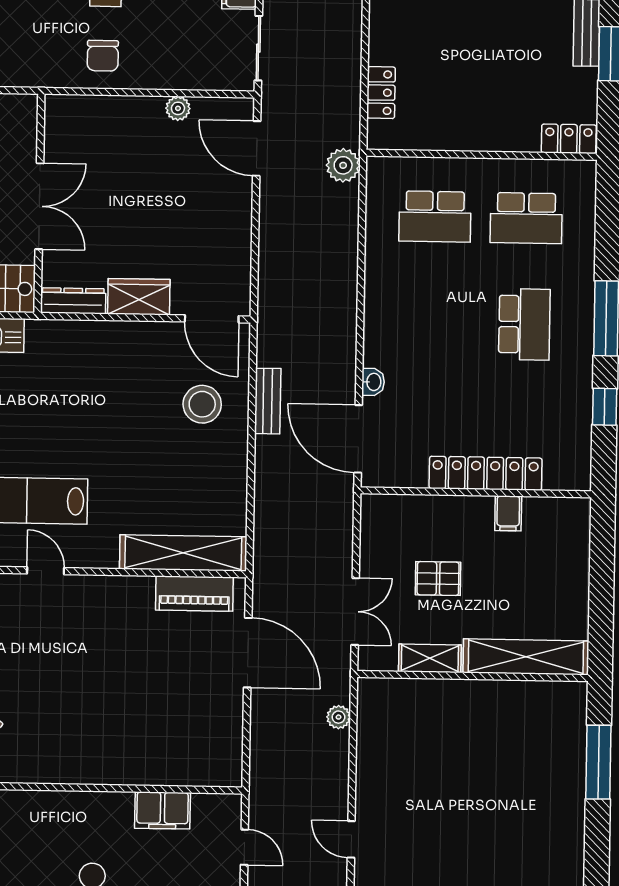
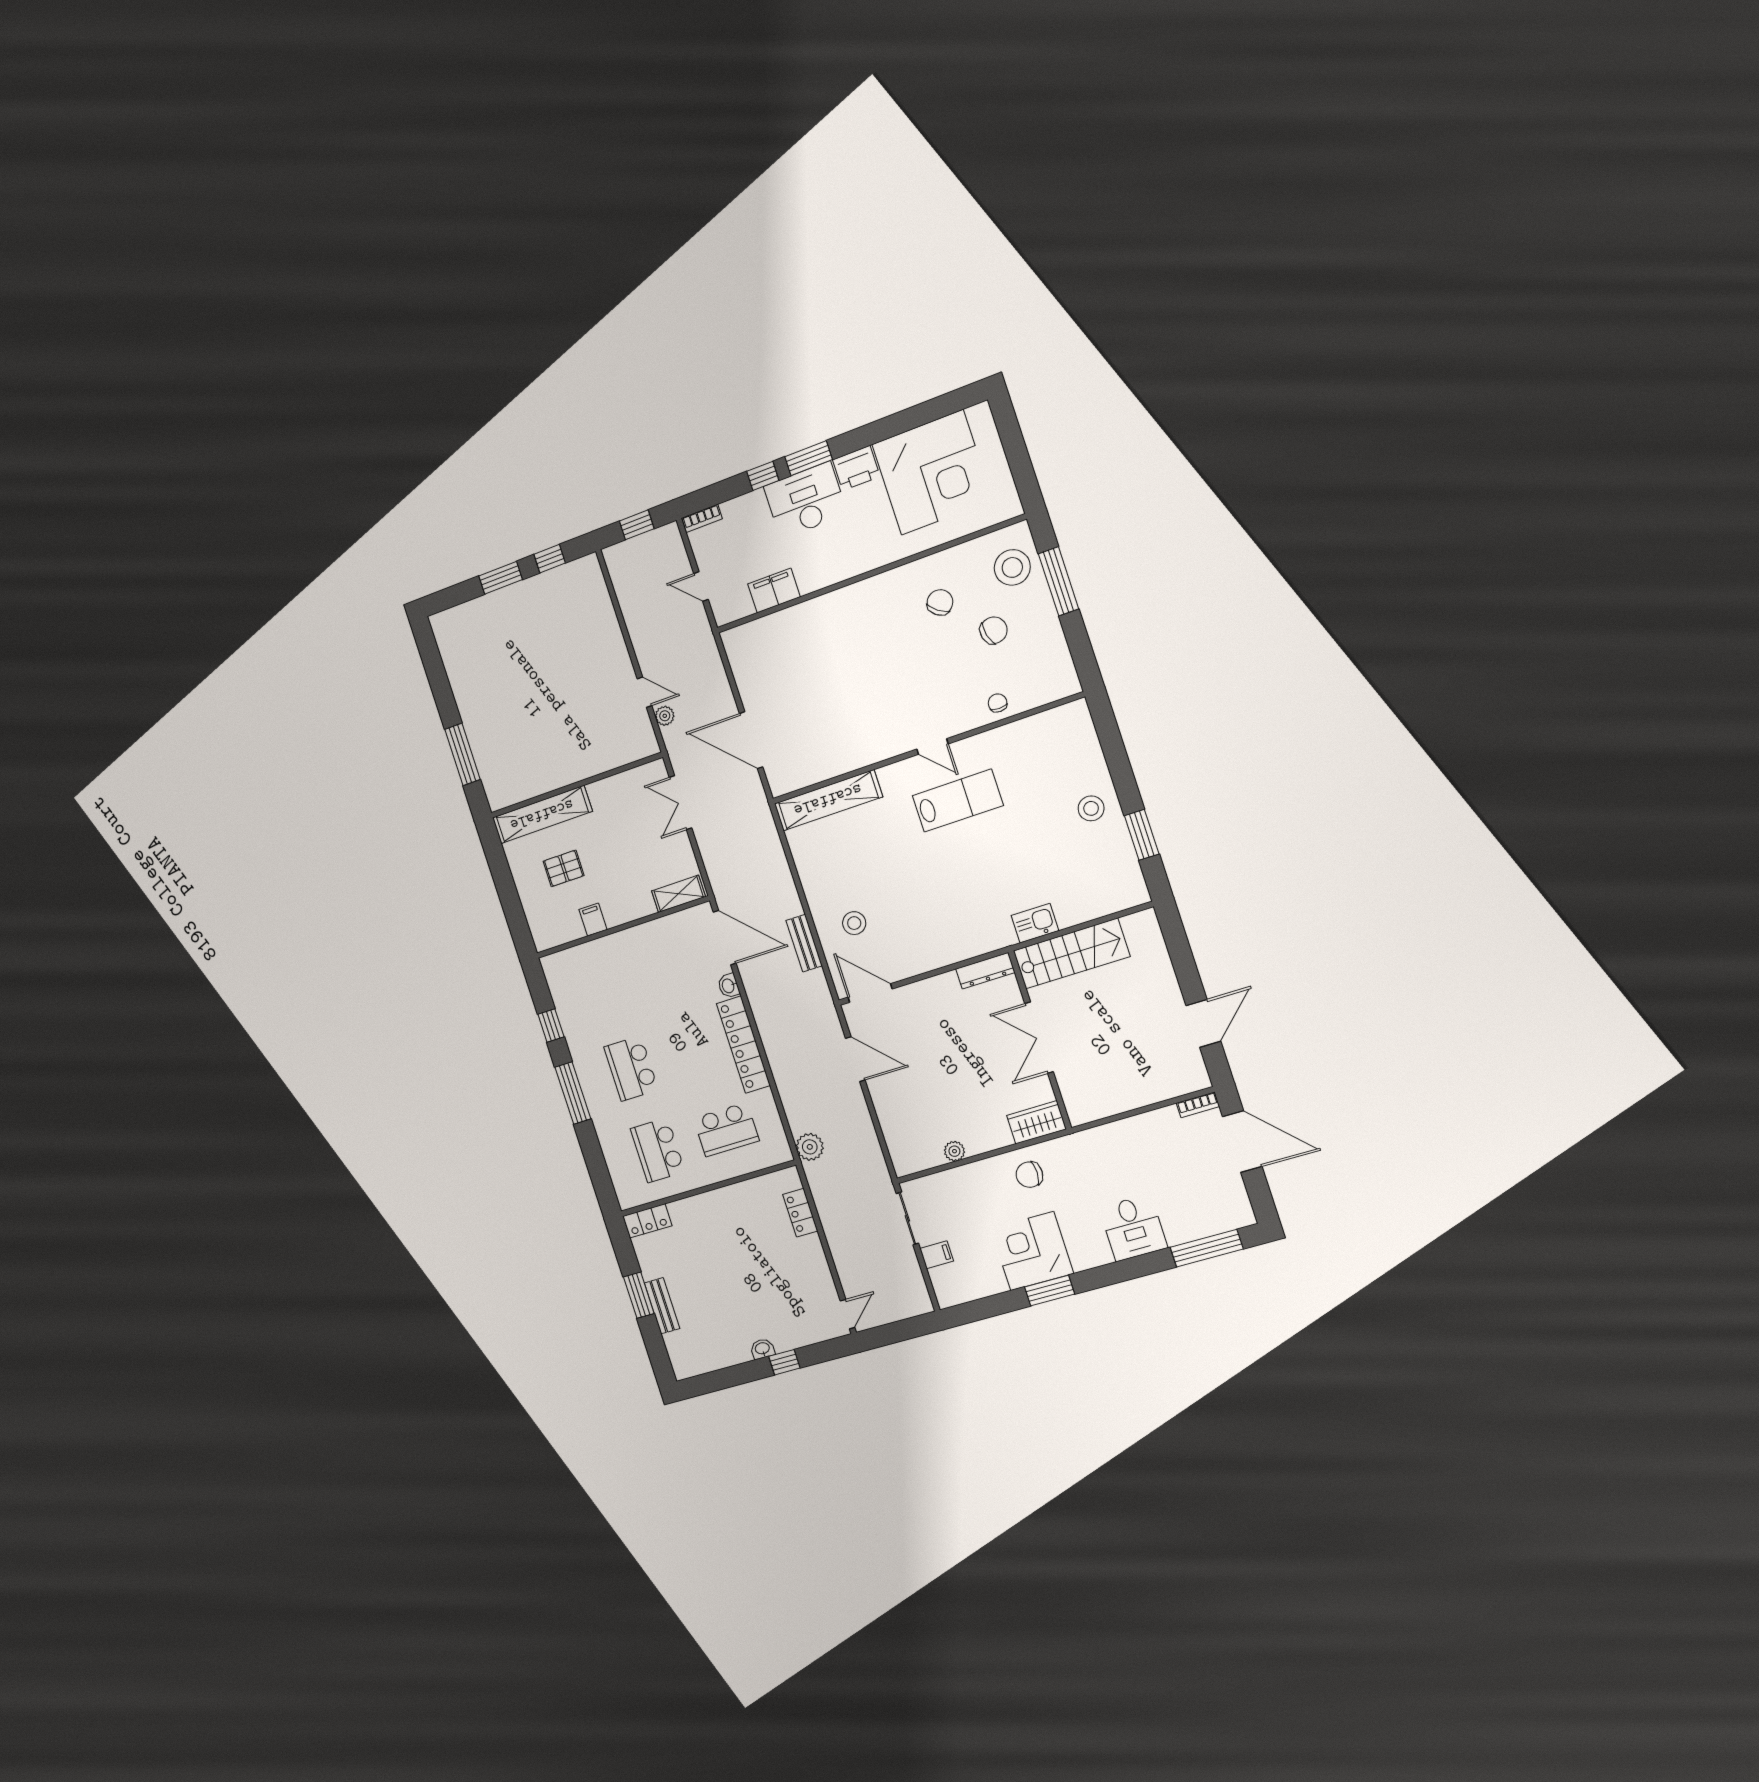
chair: (103, 56) -> (1029, 1175), turned -90
door: (257, 148) -> (855, 1059), moved
school desk: (435, 216) -> (726, 1129), turned 180
school desk: (526, 218) -> (658, 1150), turned -90
wardrobe: (139, 297) -> (1036, 1122), moved, turned 180
stool: (202, 404) -> (854, 923), width x0.73, depth x0.73
locker: (486, 473) -> (743, 1045), moved, turned 90
pallet: (438, 578) -> (564, 868), moved
piano: (194, 594) -> (809, 771), removed
shelving: (430, 658) -> (679, 894), moved
door: (351, 839) -> (645, 692), moved

